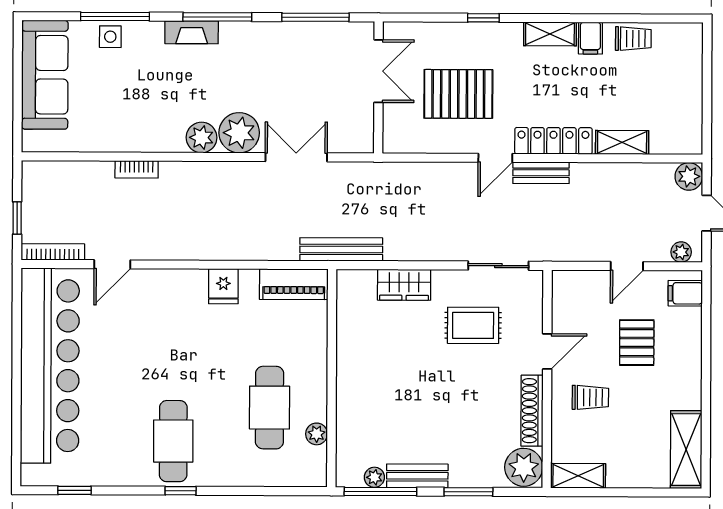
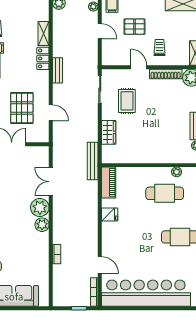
locker: (553, 141) -> (43, 58), width x0.66
door: (495, 158) -> (51, 113), moved

